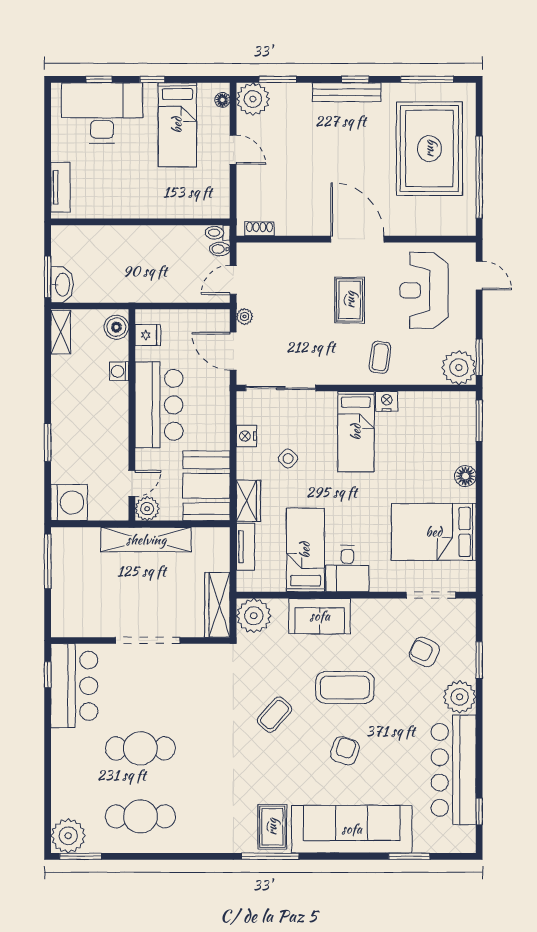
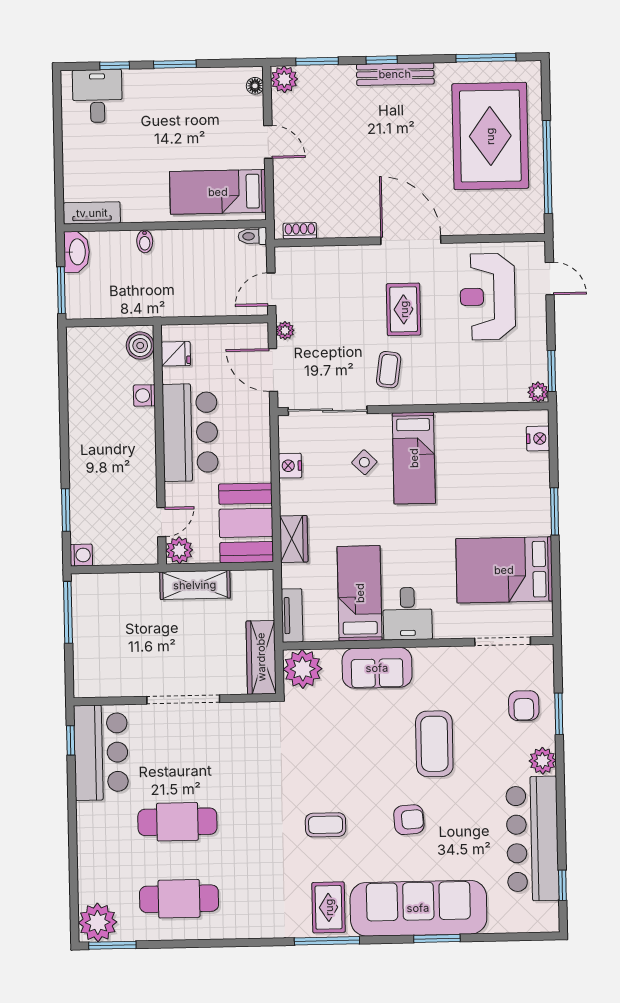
window: (152, 79) -> (175, 64), width x1.50
window: (355, 79) -> (382, 60), moved
plant: (253, 99) -> (284, 79), width x0.73, depth x0.73
desk: (102, 113) -> (97, 96), width x0.53, depth x0.77
bed: (177, 125) -> (218, 192), moved, turned 90
tv unit: (60, 187) -> (92, 213), moved, turned -90
bidet: (220, 249) -> (145, 241), moved, turned -90
washbasin: (62, 285) -> (77, 252), moved
shelving: (61, 332) -> (77, 353), removed
coffee table: (380, 357) -> (389, 370), moved
plant: (459, 368) -> (538, 392), width x0.53, depth x0.53
nightstand: (387, 401) -> (538, 439), moved, turned 90
window: (479, 421) -> (555, 511), moved
window: (48, 442) -> (66, 510), moved
side table: (288, 458) -> (364, 462), moved
floor lamp: (465, 476) -> (539, 506), removed
washing machine: (69, 502) -> (81, 555), width x0.53, depth x0.53
shelving: (146, 540) -> (195, 585), width x0.68
tv unit: (245, 547) -> (292, 615), moved
armchair: (424, 652) -> (524, 706), moved, turned -115
coffee table: (345, 687) -> (434, 744), moved, turned 90
plant: (460, 697) -> (543, 761), width x0.73, depth x0.73
coffee table: (274, 715) -> (326, 825), moved, turned 48
armchair: (345, 751) -> (409, 820), turned 67
window: (409, 856) -> (437, 939), moved

